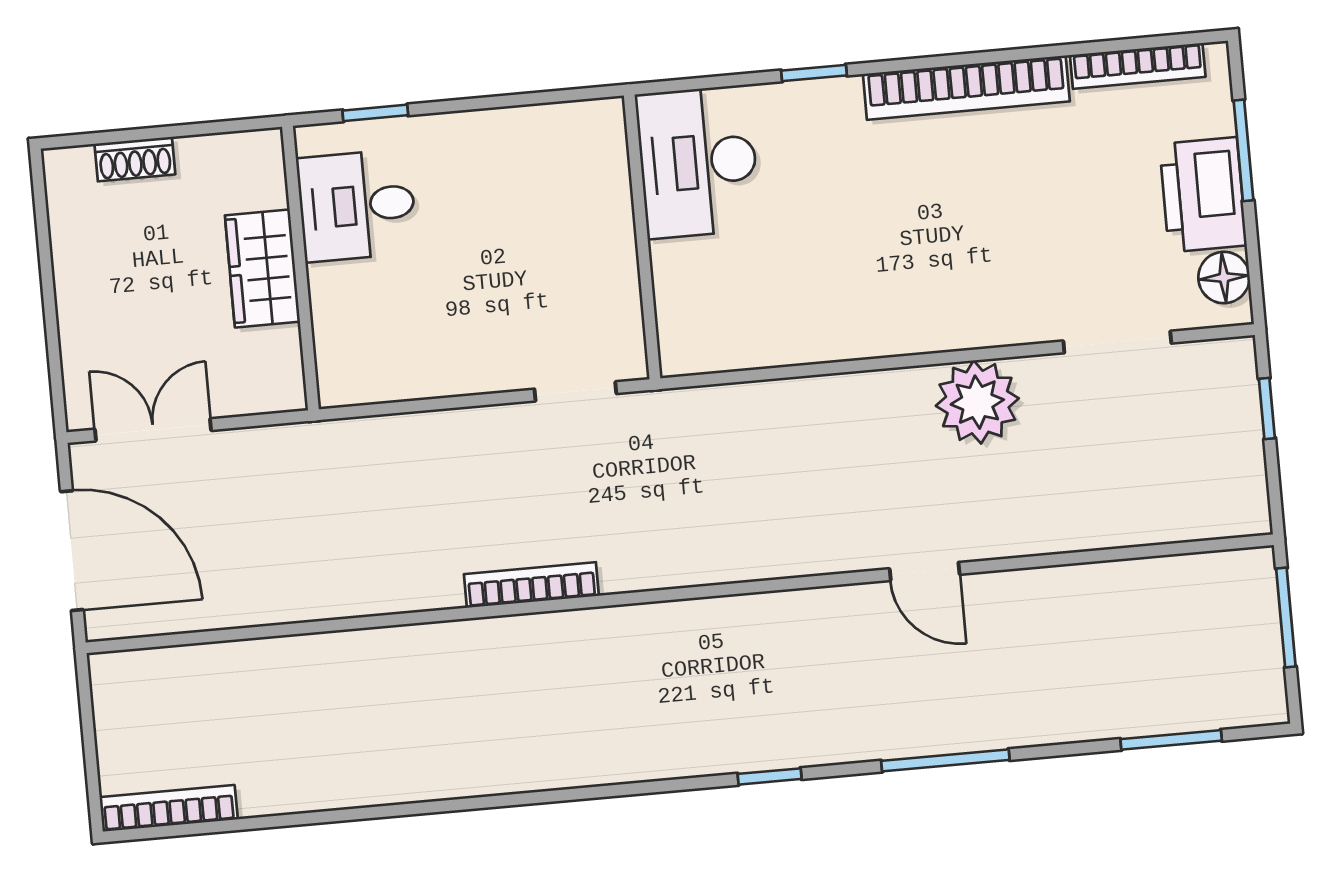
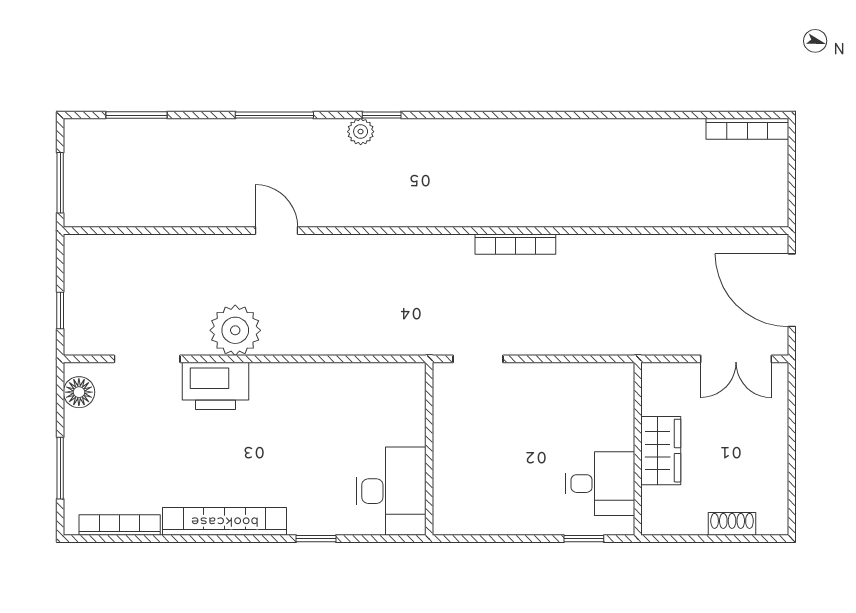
printer: (1203, 195) -> (215, 386), moved, turned 90
plant: (802, 746) -> (361, 132), added

